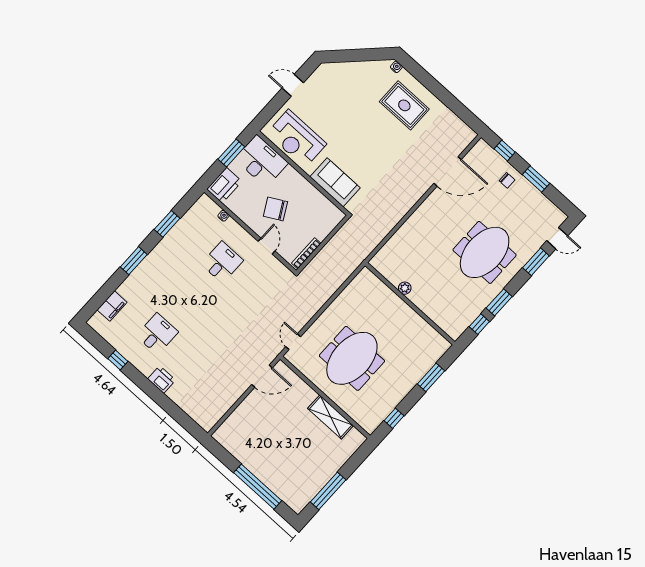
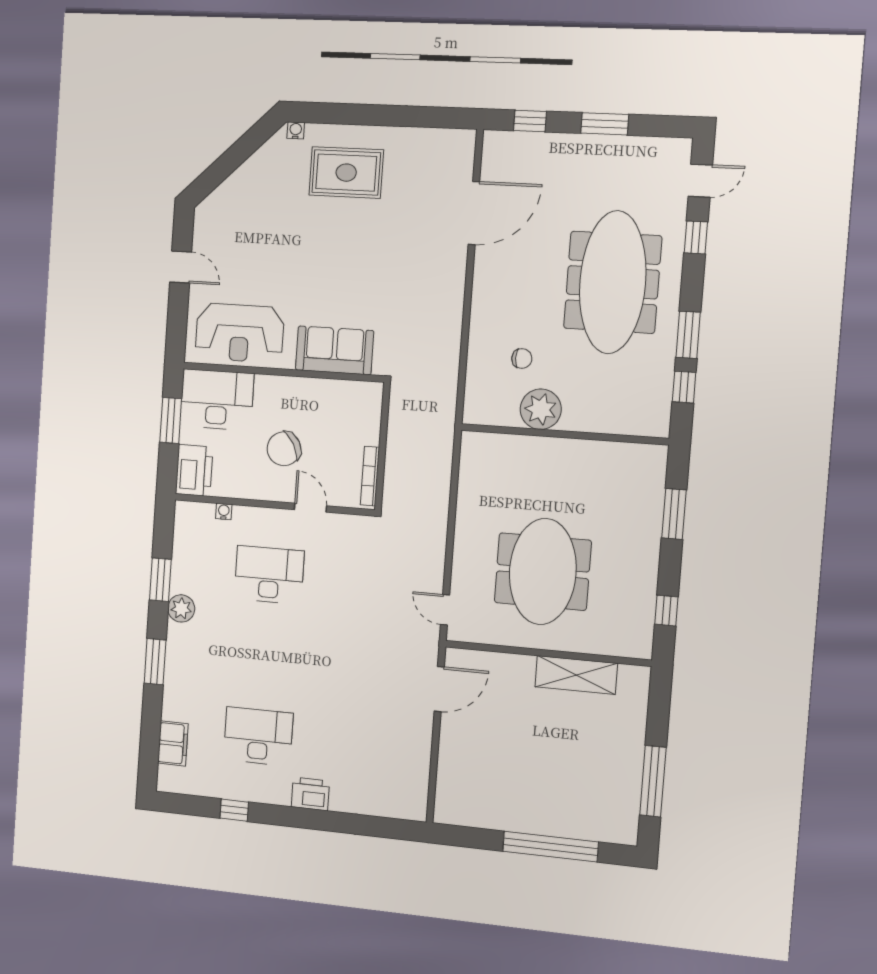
door: (293, 85) -> (181, 267), swing flipped
chair: (507, 180) -> (522, 358), moved
plant: (167, 245) -> (181, 608), added
meeting table: (485, 252) -> (613, 282), width x1.36
desk: (222, 262) -> (269, 575), width x1.37
window: (536, 262) -> (696, 237), width x0.67
plant: (405, 288) -> (541, 409), width x1.88, depth x1.88
desk: (157, 334) -> (258, 736), width x1.37

